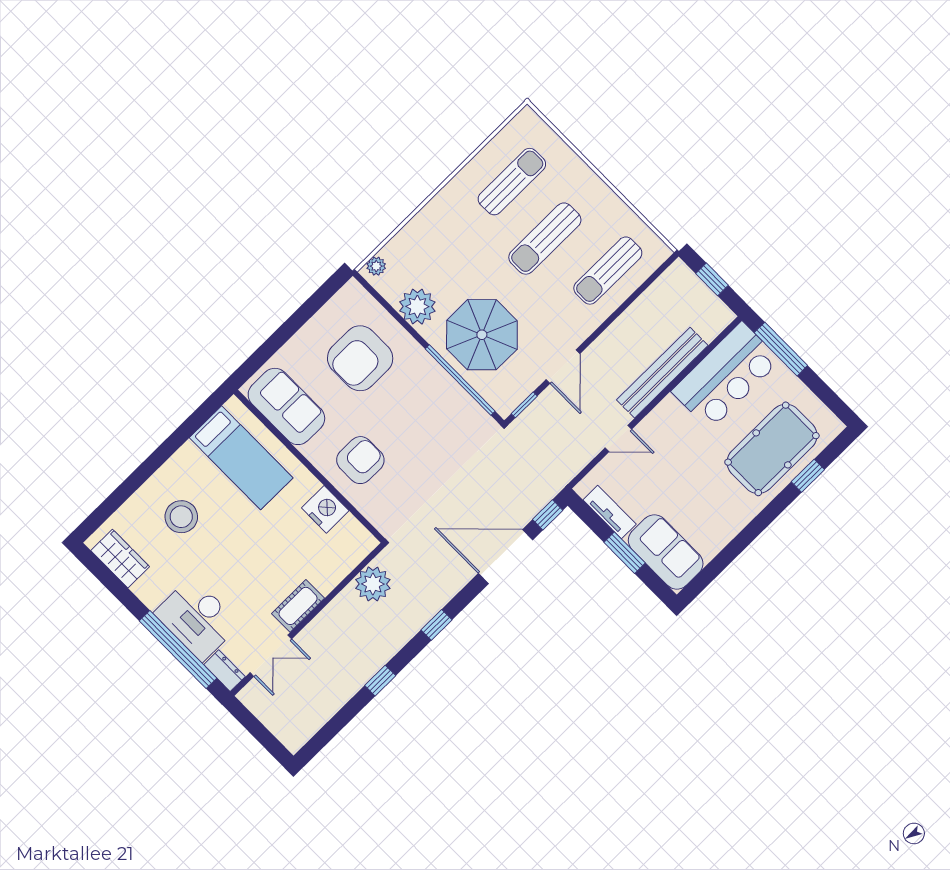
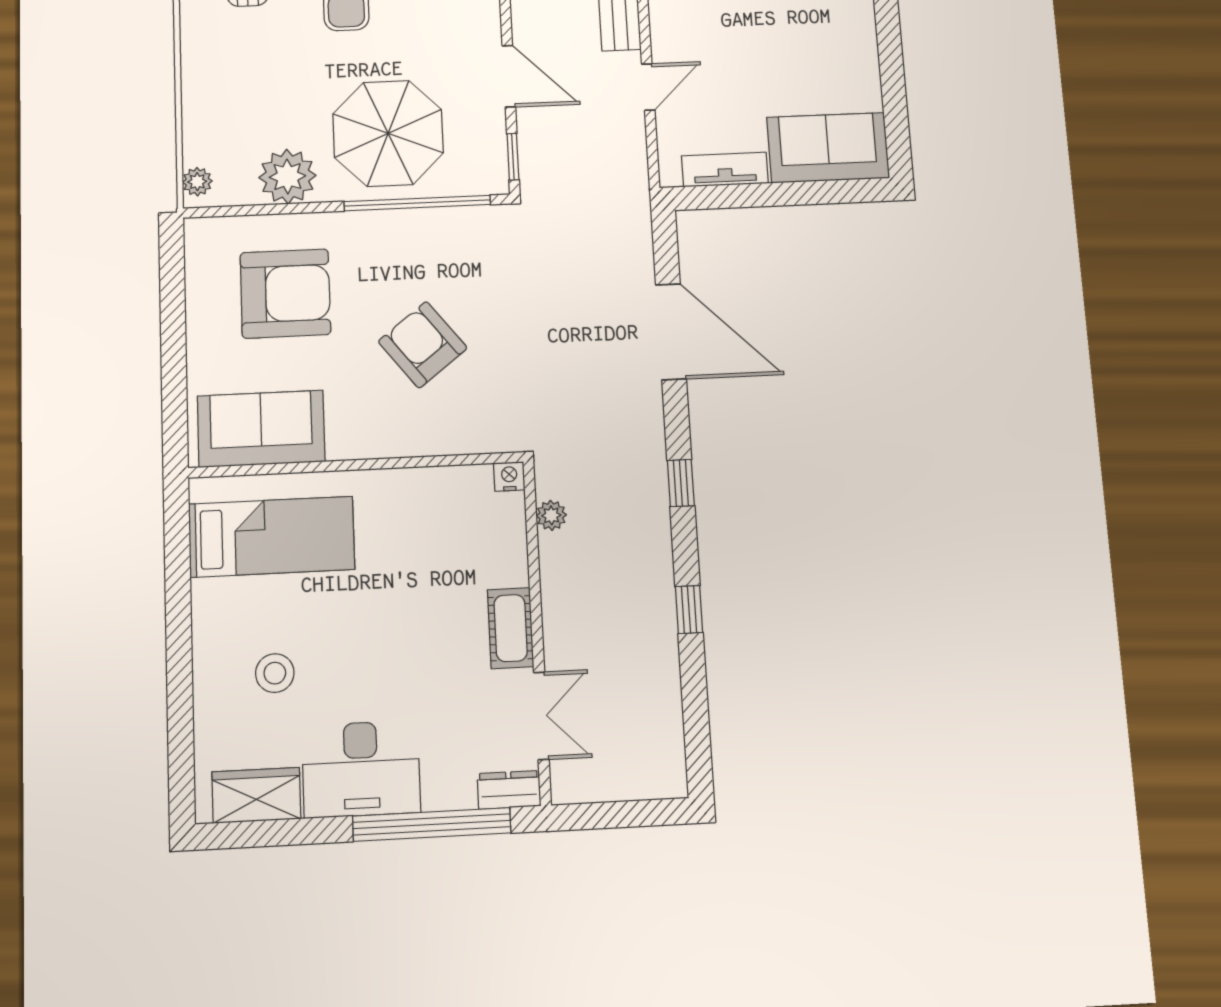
armchair: (360, 358) -> (285, 294), turned -90
armchair: (360, 460) -> (423, 345), moved, turned -38
nightstand: (325, 509) -> (509, 476), moved, width x0.53, depth x0.56
window: (548, 515) -> (665, 242), removed
stool: (181, 517) -> (275, 673), width x0.73, depth x0.73
window: (625, 553) -> (788, 194), removed
door: (505, 557) -> (671, 332), swing flipped
plant: (373, 584) -> (551, 515), width x0.53, depth x0.53
desk: (197, 619) -> (361, 769), moved

